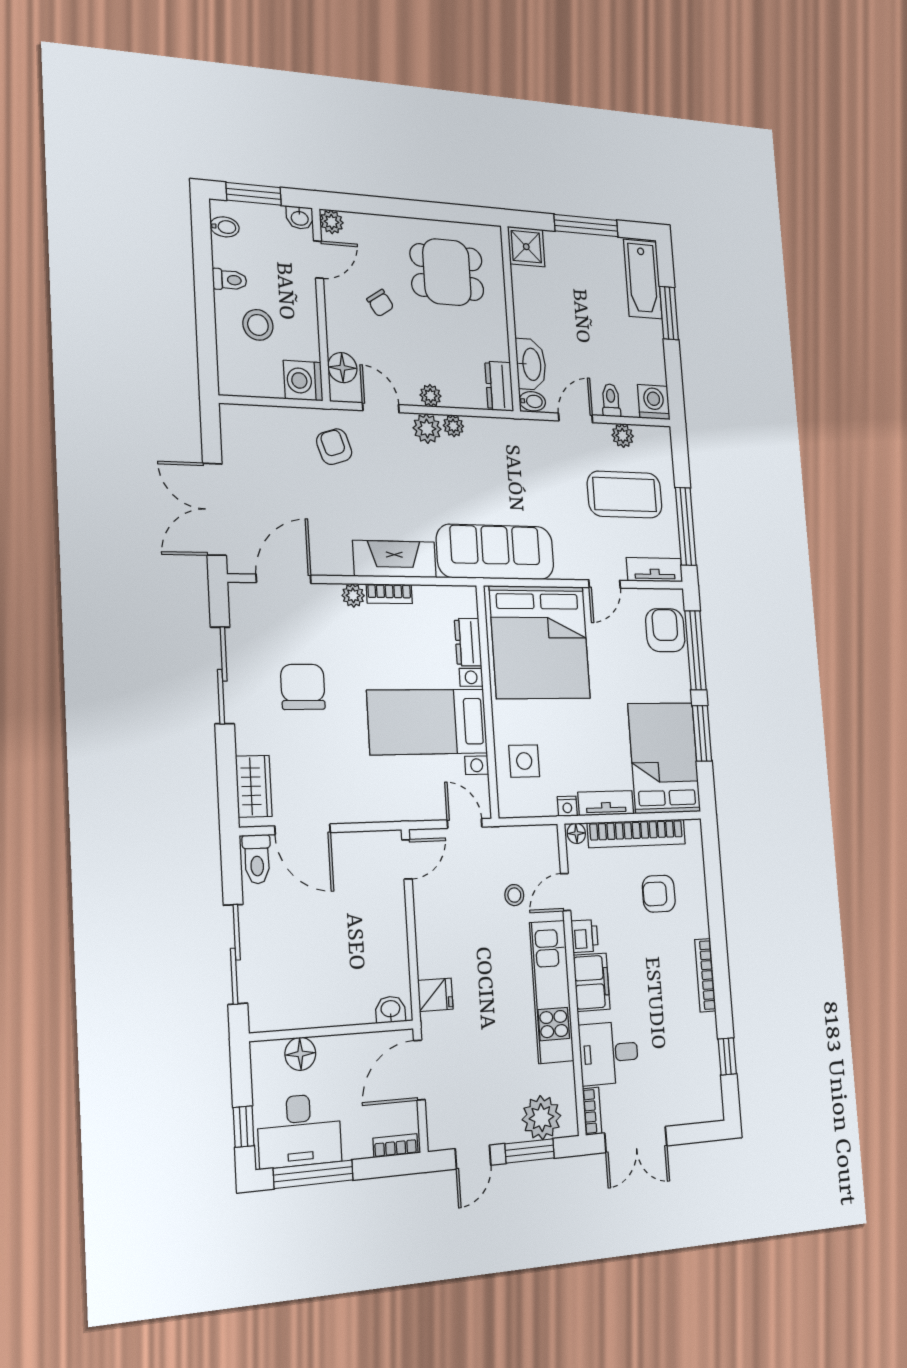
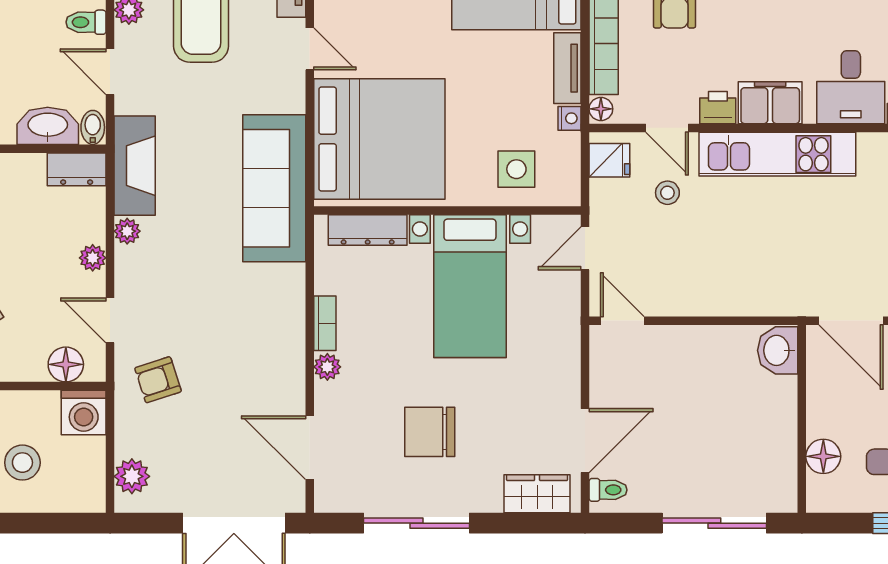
door: (381, 408) -> (110, 320), hinge flipped
plant: (427, 429) -> (132, 476), moved
fireplace: (395, 559) -> (135, 166), moved, turned 180
dresser: (468, 642) -> (368, 230), width x1.44
toilet: (257, 859) -> (608, 490), width x0.73, depth x0.72
fridge: (435, 995) -> (609, 160), moved, turned 90
washbasin: (390, 1009) -> (778, 350), width x1.38, depth x1.45

